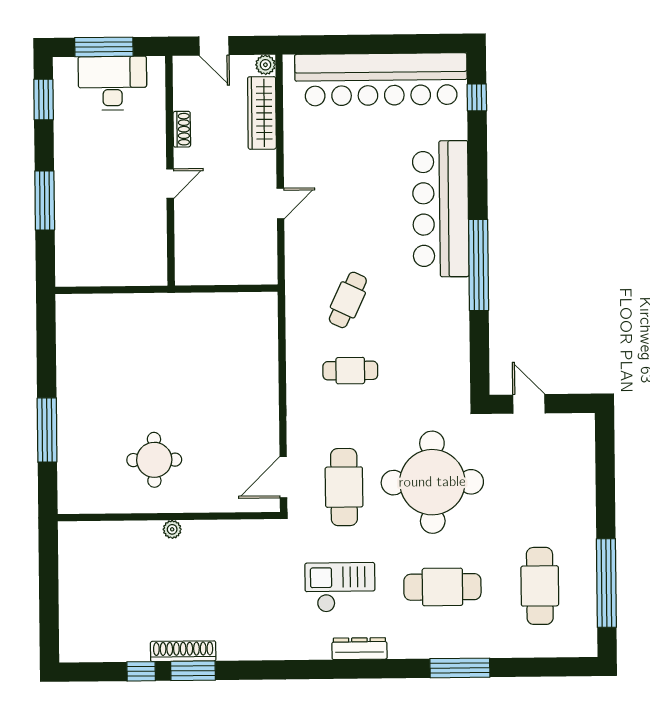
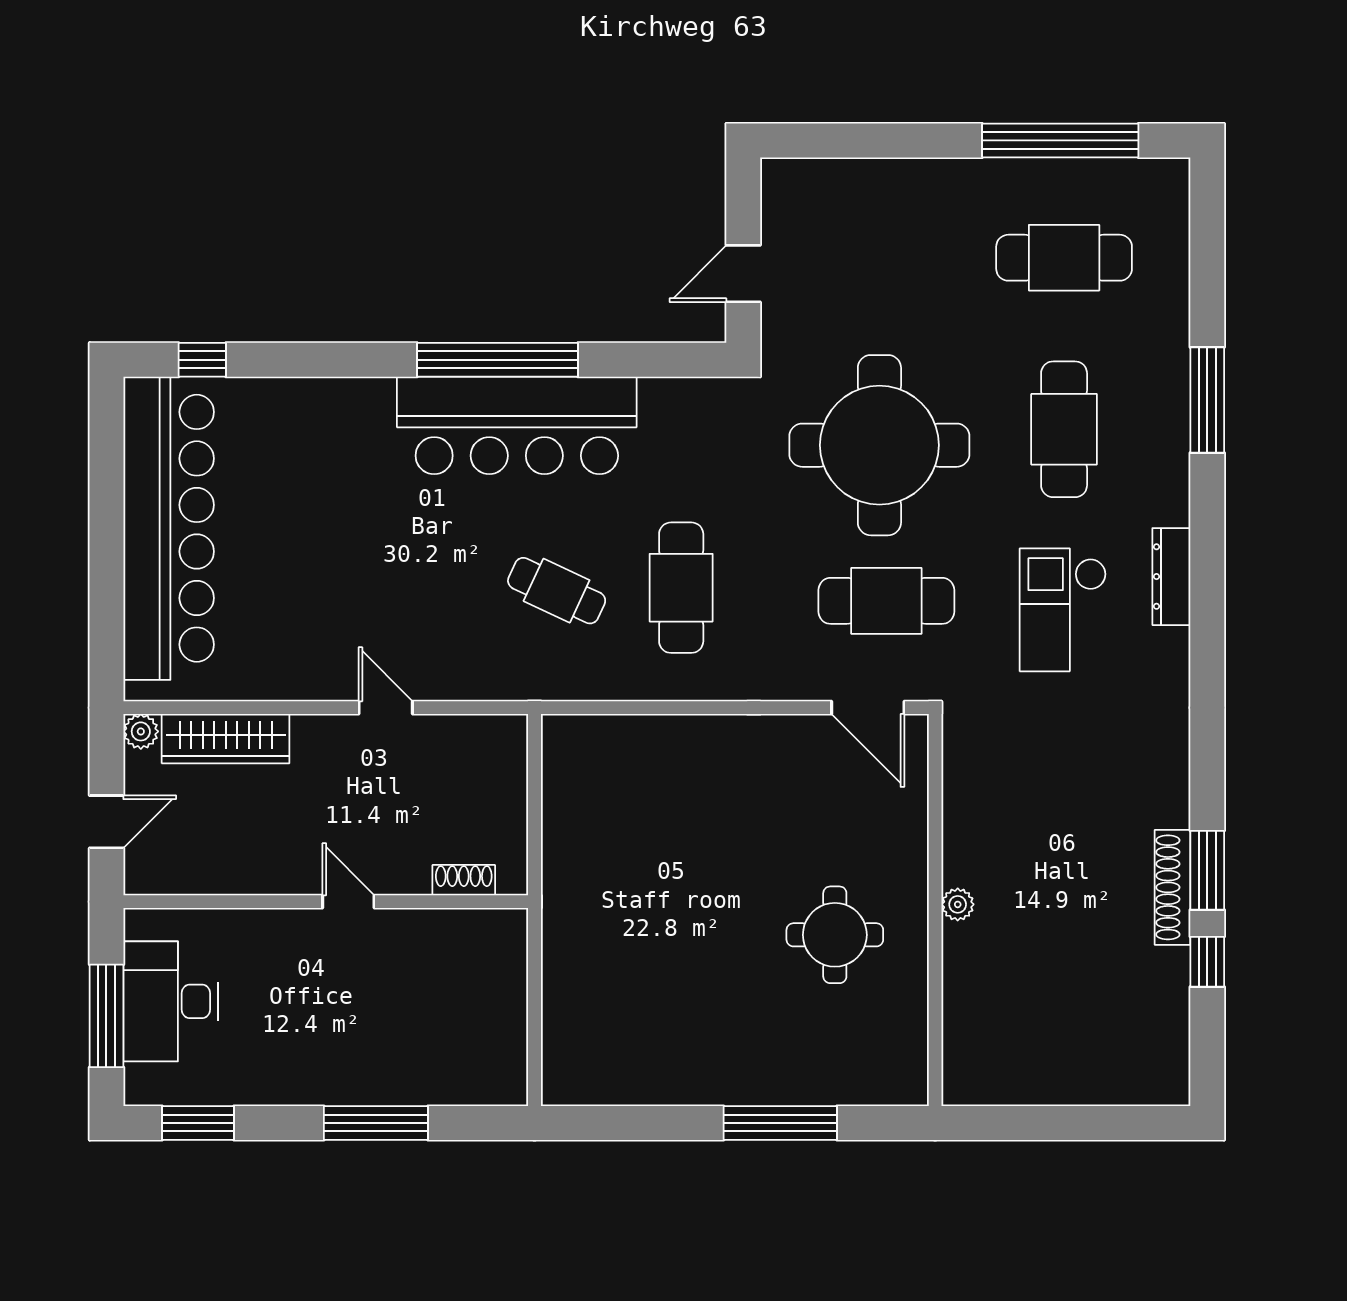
shoe rack: (182, 129) -> (464, 880), moved
bar counter: (441, 209) -> (517, 425), moved
cafe table: (350, 371) -> (681, 588), width x1.37, depth x1.35

